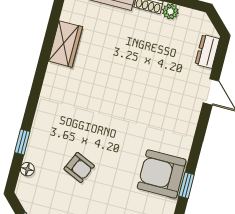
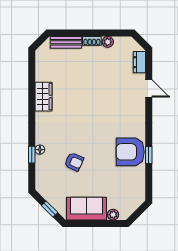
wardrobe: (65, 44) -> (44, 97), moved
floor lamp: (27, 169) -> (40, 150), moved

